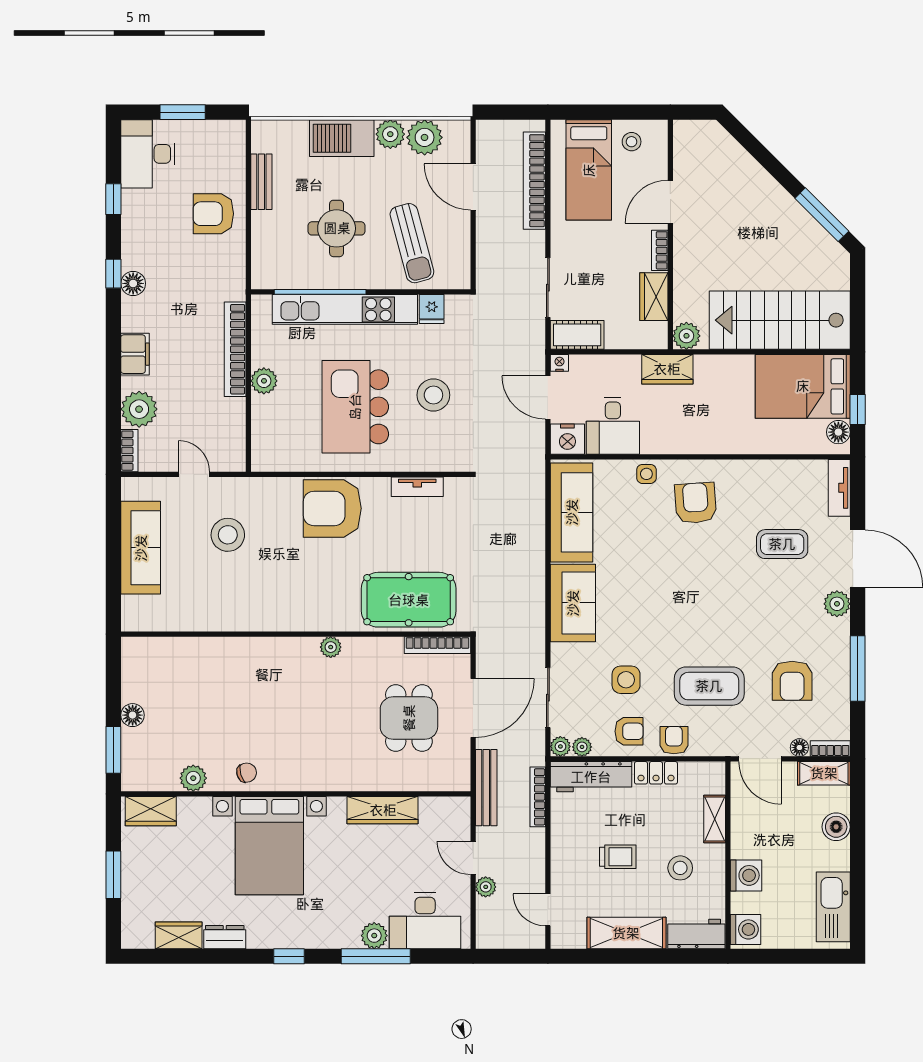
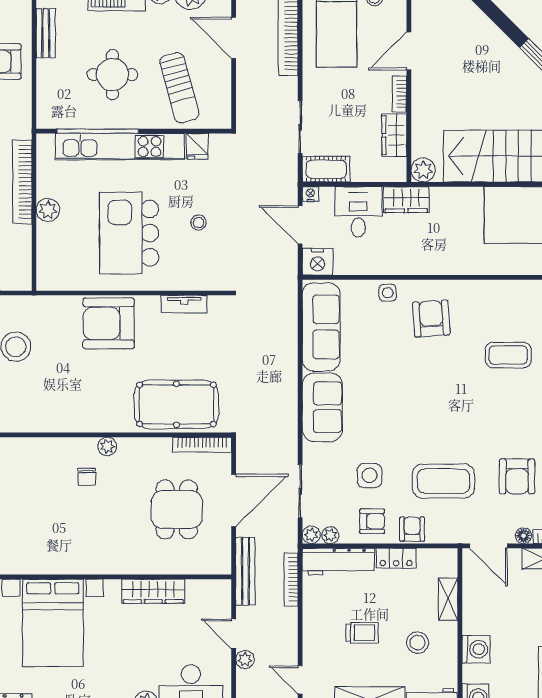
stool: (433, 395) -> (198, 223), width x0.53, depth x0.53
desk: (613, 426) -> (358, 212), moved, turned 180
chair: (247, 773) -> (87, 477), moved, turned 107

